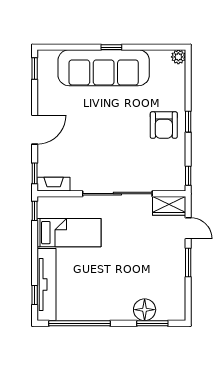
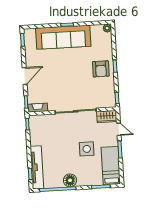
bed: (69, 233) -> (111, 166), moved, turned -90
side table: (132, 258) -> (87, 149), added
floor lamp: (145, 310) -> (70, 180), moved

